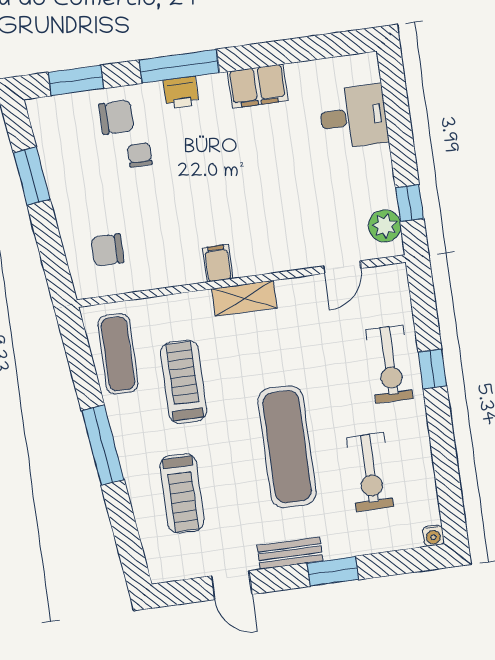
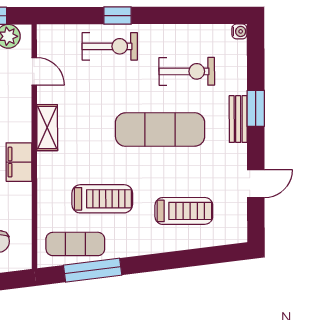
filing cabinet: (218, 263) -> (19, 162), width x2.00
shelving: (244, 298) -> (47, 128), moved
treadmill: (184, 382) -> (102, 199), turned 180
window: (103, 445) -> (93, 270), moved
bench: (290, 553) -> (238, 119), moved

